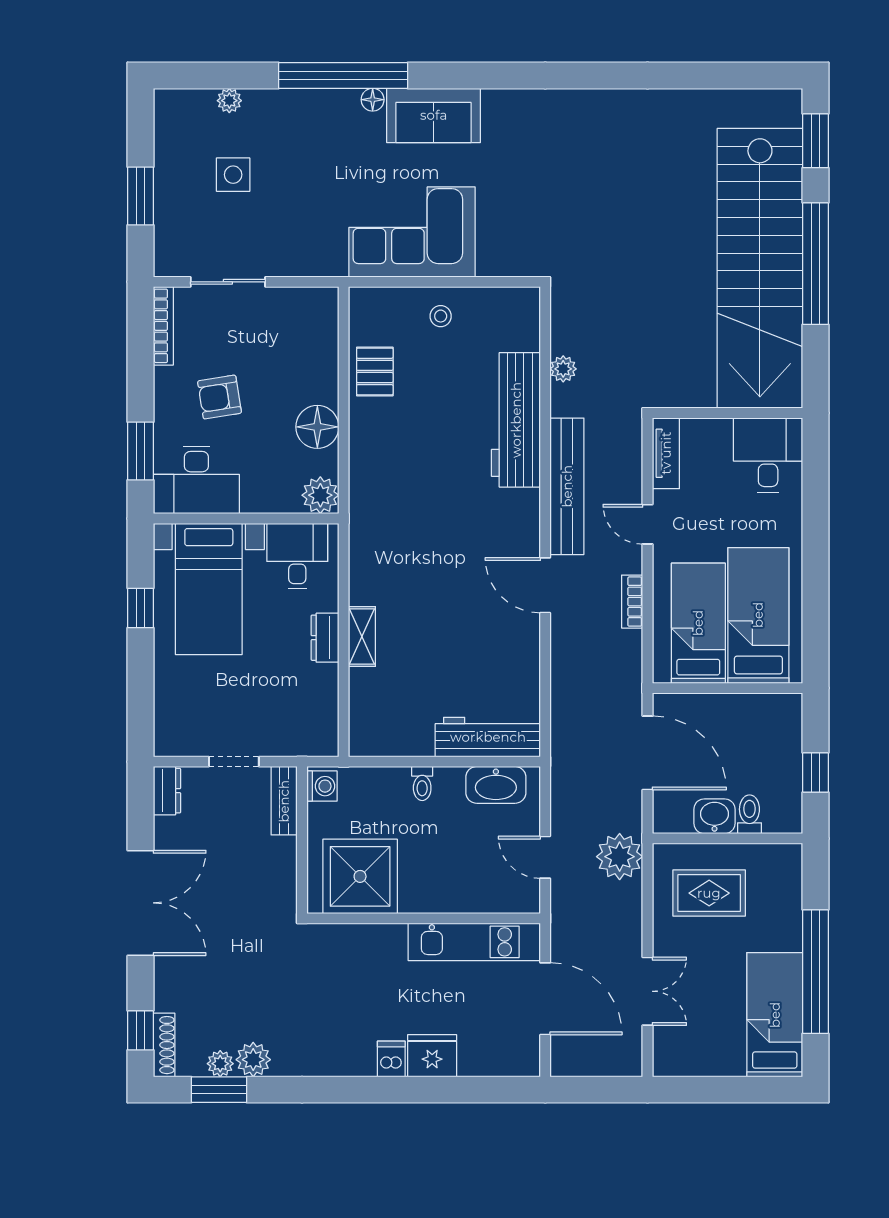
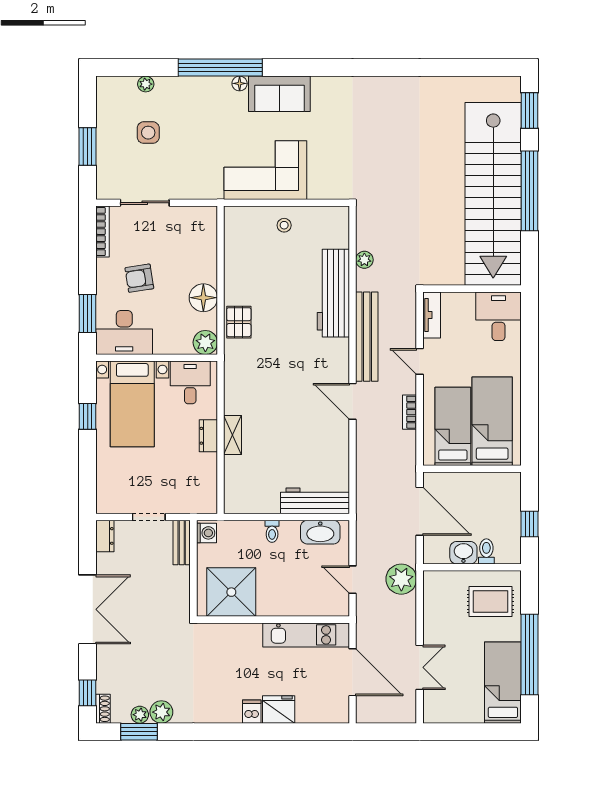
pallet: (375, 371) -> (239, 322), moved
rug: (709, 893) -> (490, 602), moved
shoe rack: (164, 1045) -> (103, 709), width x0.70

